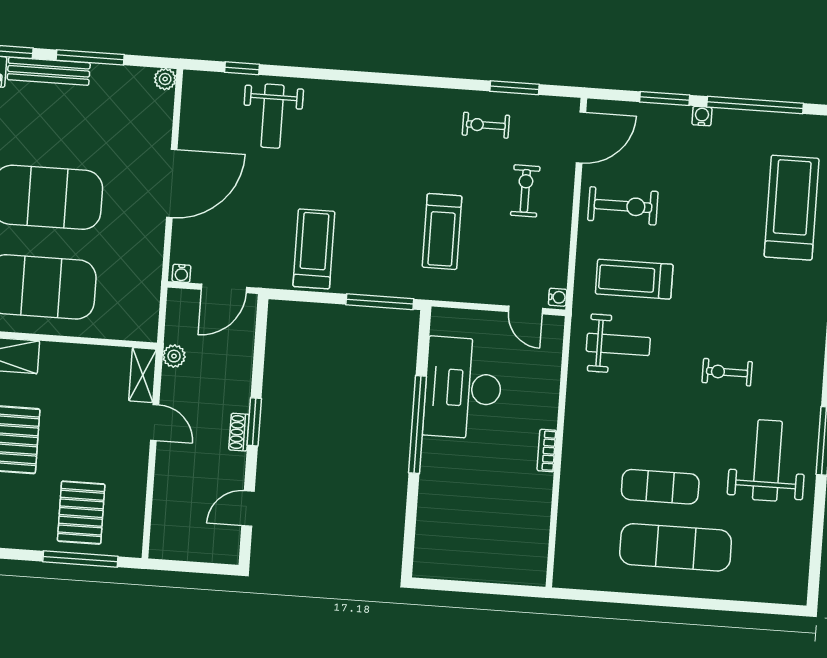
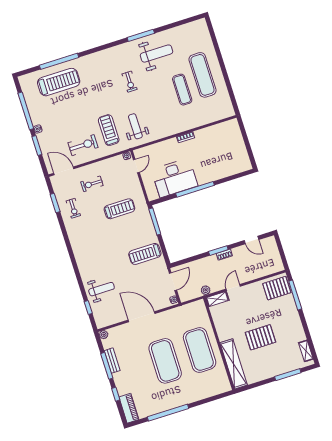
bench: (49, 71) -> (112, 361), moved, width x0.73
exercise bike: (623, 206) -> (83, 145), turned 90
treadmill: (792, 208) -> (59, 82), turned 180
treadmill: (634, 279) -> (109, 130), turned 180
door: (224, 288) -> (173, 282), hinge flipped
weight bench: (767, 460) -> (156, 54), turned 180
pallet: (81, 513) -> (277, 288), moved

